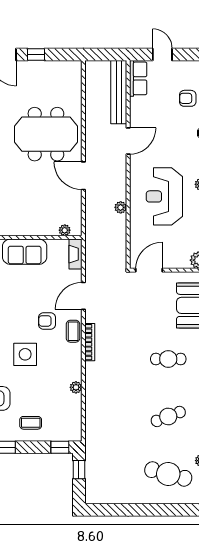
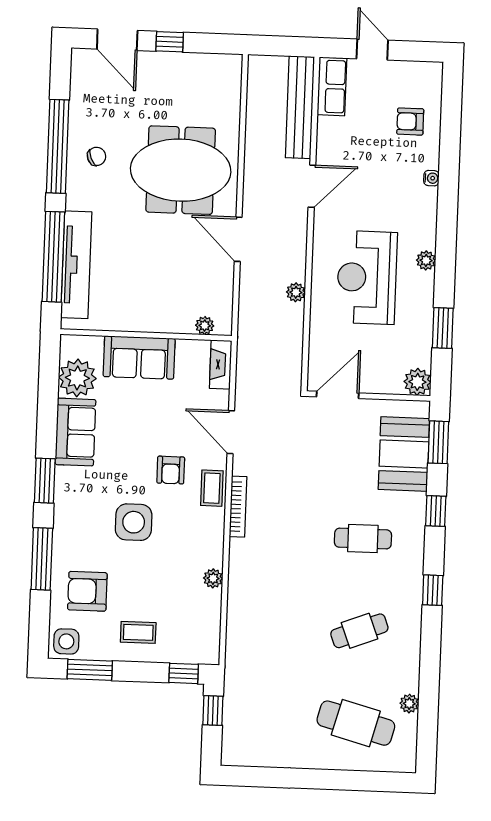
door: (83, 296) -> (231, 432), hinge flipped
armchair: (47, 321) -> (171, 470), turned -90

